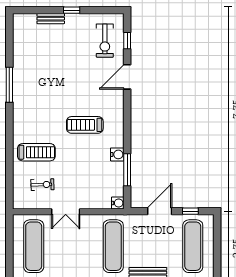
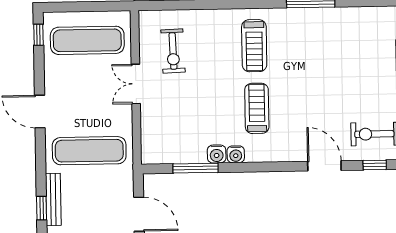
treadmill: (36, 152) -> (254, 46), moved
exercise bike: (42, 185) -> (173, 51), width x1.38, depth x1.39
water cooler: (118, 203) -> (236, 154), moved

